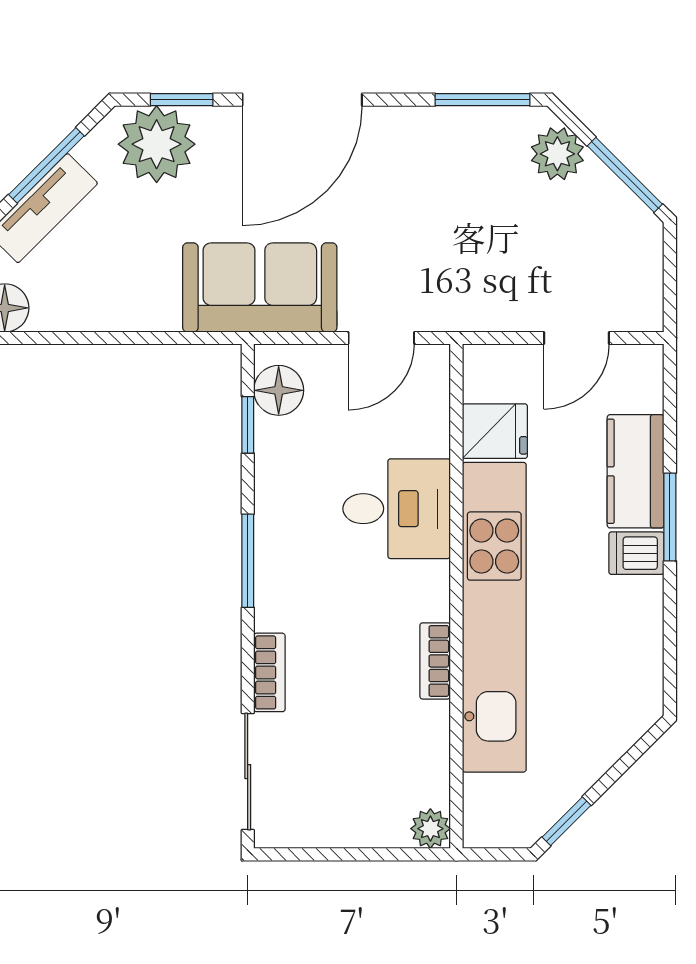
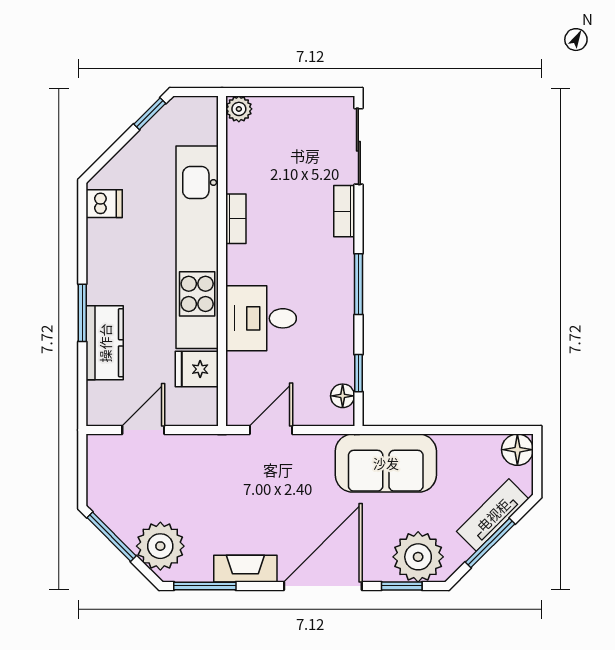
fireplace: (420, 126) -> (245, 569), added
plant: (557, 154) -> (160, 546), width x1.36, depth x1.36
sofa: (260, 288) -> (386, 463), moved
floor lamp: (279, 390) -> (343, 396), width x0.73, depth x0.73
dishwasher: (636, 553) -> (104, 204), moved

